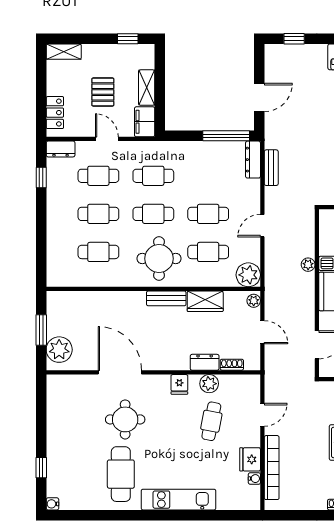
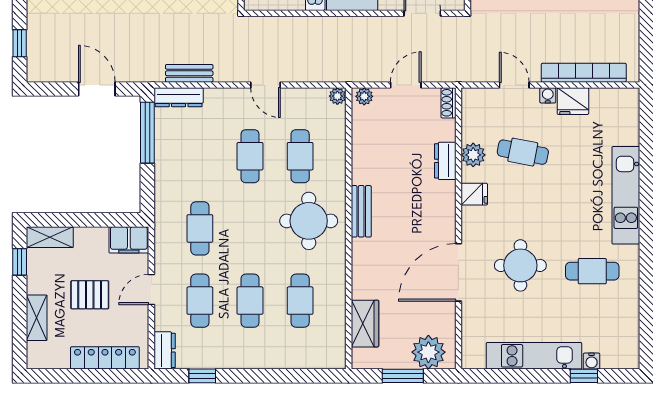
shelving: (64, 52) -> (37, 318), moved
shelving: (147, 88) -> (50, 237), moved
locker: (55, 113) -> (105, 358), width x1.53
cafe table: (153, 214) -> (250, 228), removed
plant: (308, 265) -> (317, 25), removed
plant: (248, 275) -> (337, 96), width x0.53, depth x0.53
wardrobe: (205, 301) -> (365, 324), moved
shoe rack: (232, 365) -> (448, 103), moved
kitchen unit: (56, 430) -> (534, 356), added
cafe table: (121, 474) -> (592, 271), width x0.73, depth x0.74
water cooler: (254, 479) -> (548, 95), moved
water cooler: (52, 504) -> (592, 361), moved

